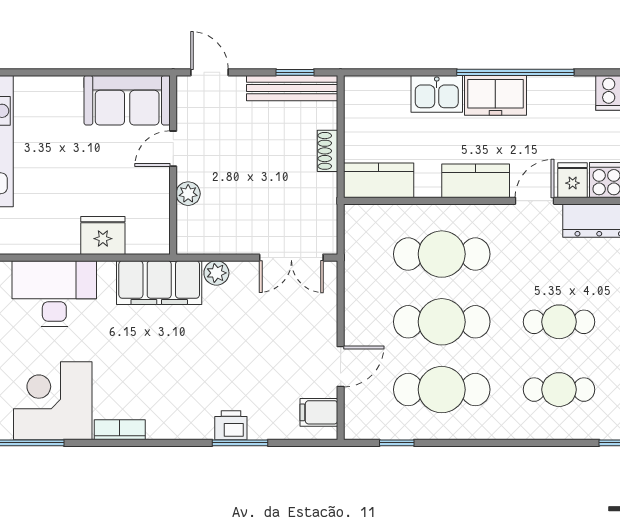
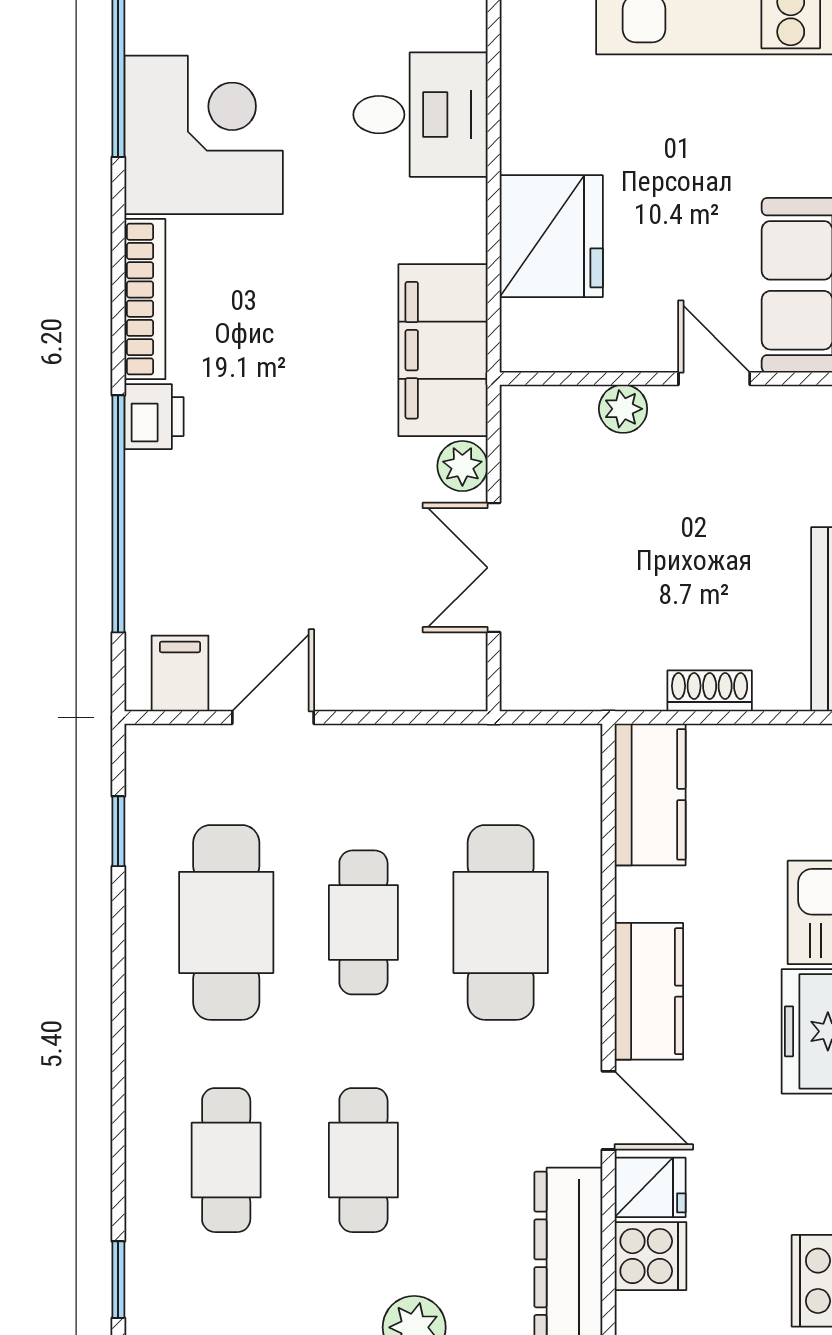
fridge: (103, 236) -> (551, 236), width x1.36, depth x1.34
double door: (291, 258) -> (494, 568), moved
desk: (54, 294) -> (420, 115), width x0.73
cafe table: (442, 322) -> (363, 922), width x0.73, depth x0.74
door: (341, 366) -> (273, 717), swing flipped
printer: (231, 425) -> (154, 417), moved
bookcase: (120, 430) -> (145, 299), width x1.56
window: (240, 443) -> (118, 514), width x2.11

